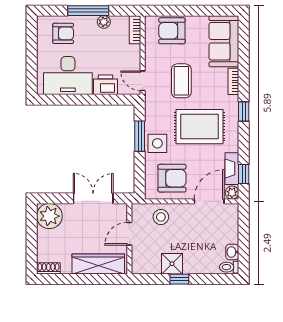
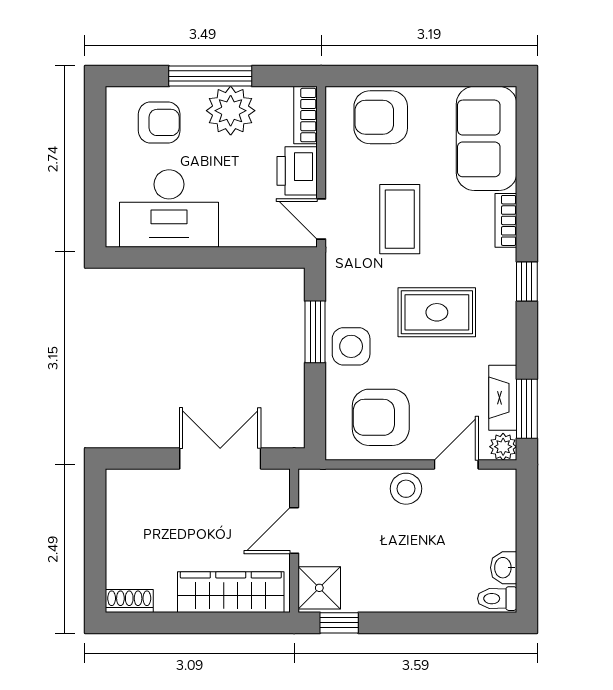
plant: (104, 22) -> (231, 111), width x1.88, depth x1.88
printer: (105, 85) -> (297, 171), moved, turned -90
rug: (199, 127) -> (437, 312), width x0.73, depth x0.70
window: (244, 174) -> (527, 409), width x1.50
armchair: (172, 178) -> (381, 417), turned 180
door: (209, 201) -> (456, 464), width x0.73
plant: (49, 216) -> (131, 494), removed
stool: (161, 217) -> (406, 489), moved
shower: (172, 264) -> (319, 588), moved
window: (179, 279) -> (339, 623), moved

